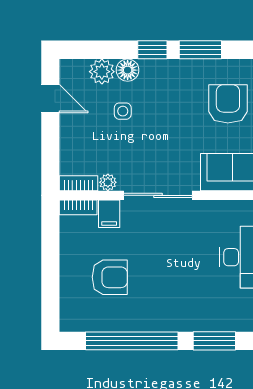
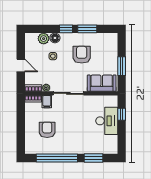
door: (50, 99) -> (21, 65), moved
armchair: (228, 104) -> (82, 55), moved
armchair: (110, 277) -> (47, 130), turned -90

